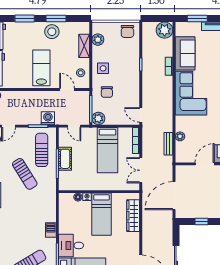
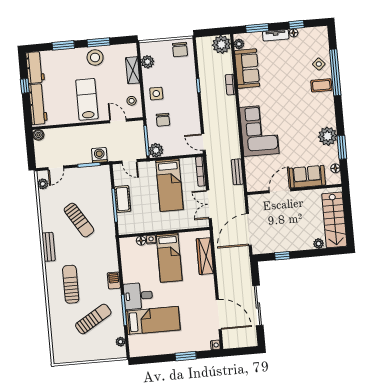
corner sofa: (191, 93) -> (259, 130), moved
plant: (180, 136) -> (239, 44), moved
sun lounger: (42, 150) -> (71, 284), moved

